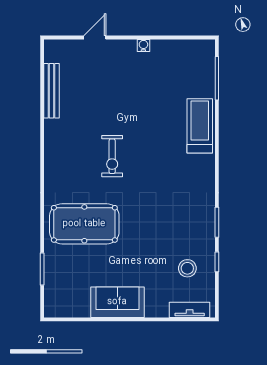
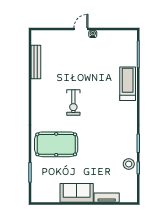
door: (95, 38) -> (81, 29), moved
stool: (187, 268) -> (129, 164), moved
tv unit: (190, 310) -> (107, 198), moved

